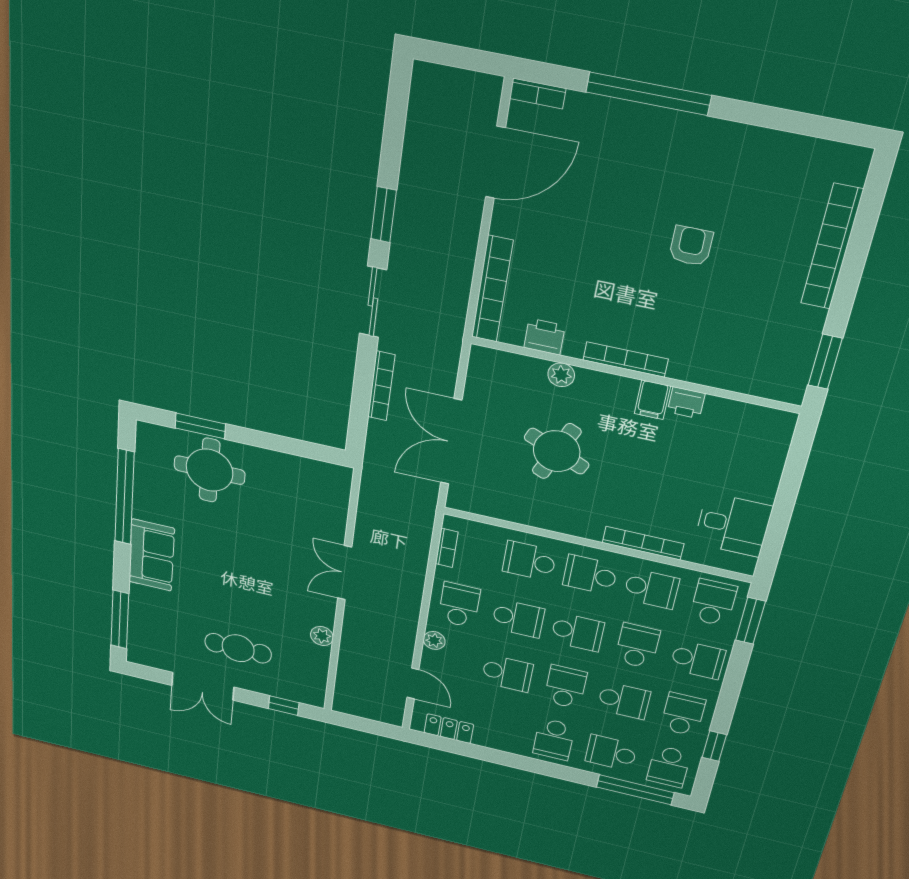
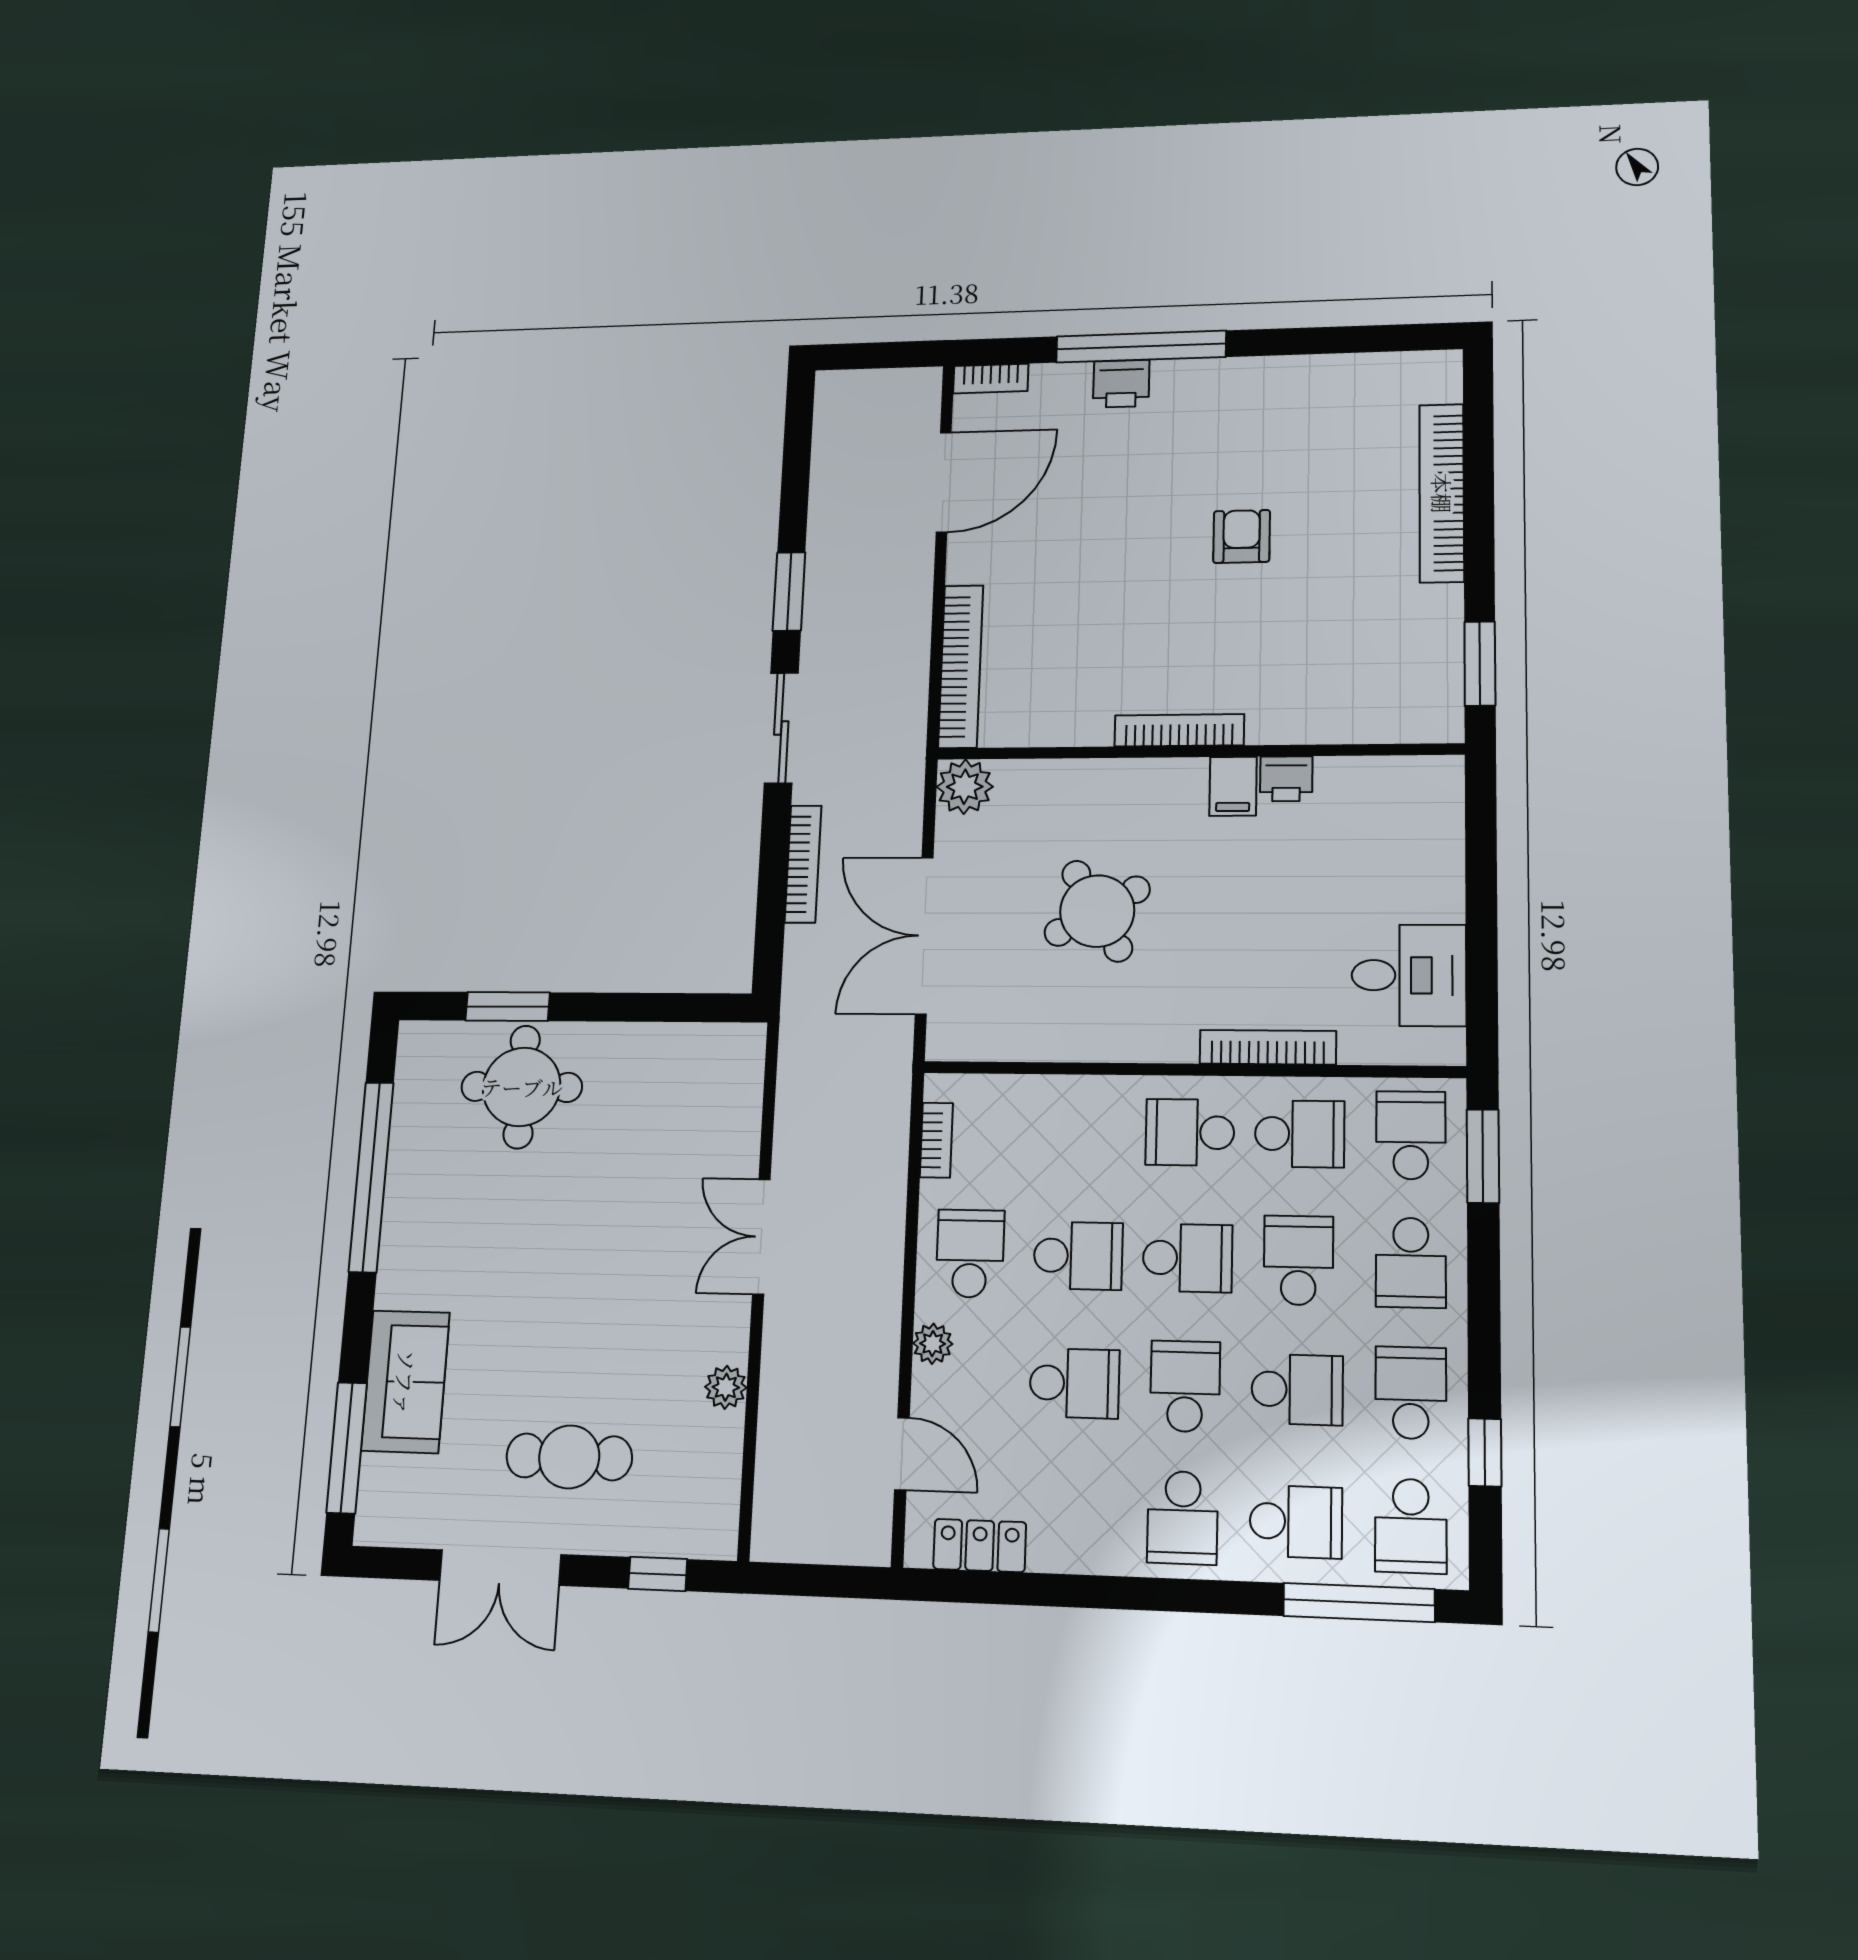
printer: (544, 337) -> (1121, 384), moved, turned 180
plant: (561, 375) -> (965, 787), moved, width x1.38, depth x1.38
round table: (557, 451) -> (1097, 911), turned 37
sofa: (152, 555) -> (405, 1382), moved
school desk: (529, 561) -> (1082, 1131), removed
school desk: (698, 660) -> (1411, 1263), turned 90
school desk: (611, 753) -> (1296, 1522), turned 180

